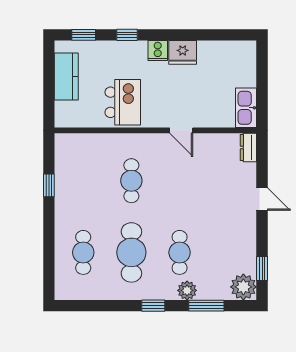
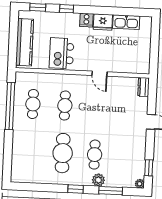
kitchen counter: (66, 77) -> (25, 42), width x1.50
kitchen island: (123, 102) -> (62, 53), turned 180
kitchen sink: (246, 108) -> (126, 22), moved, turned -90
window: (49, 185) -> (10, 106), width x3.17
cafe table: (83, 252) -> (33, 104), moved
plant: (243, 287) -> (140, 184), width x0.53, depth x0.53

